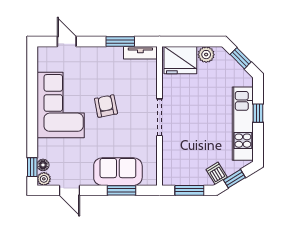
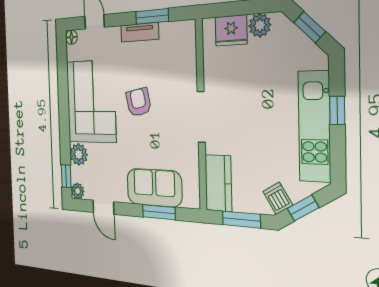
tv unit: (140, 53) -> (140, 32), moved
fridge: (180, 60) -> (231, 31), width x0.73, depth x0.75
plant: (46, 148) -> (79, 154), added
floor lamp: (43, 165) -> (71, 37), moved
kitchen counter: (172, 165) -> (218, 183), added

